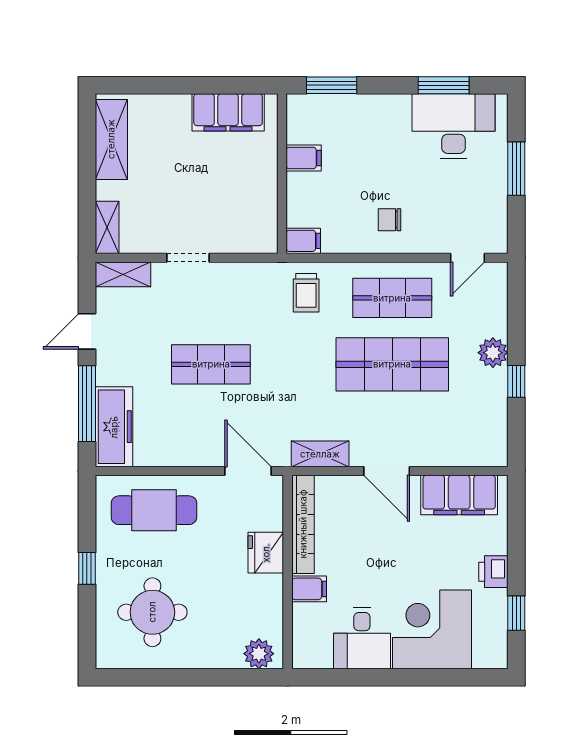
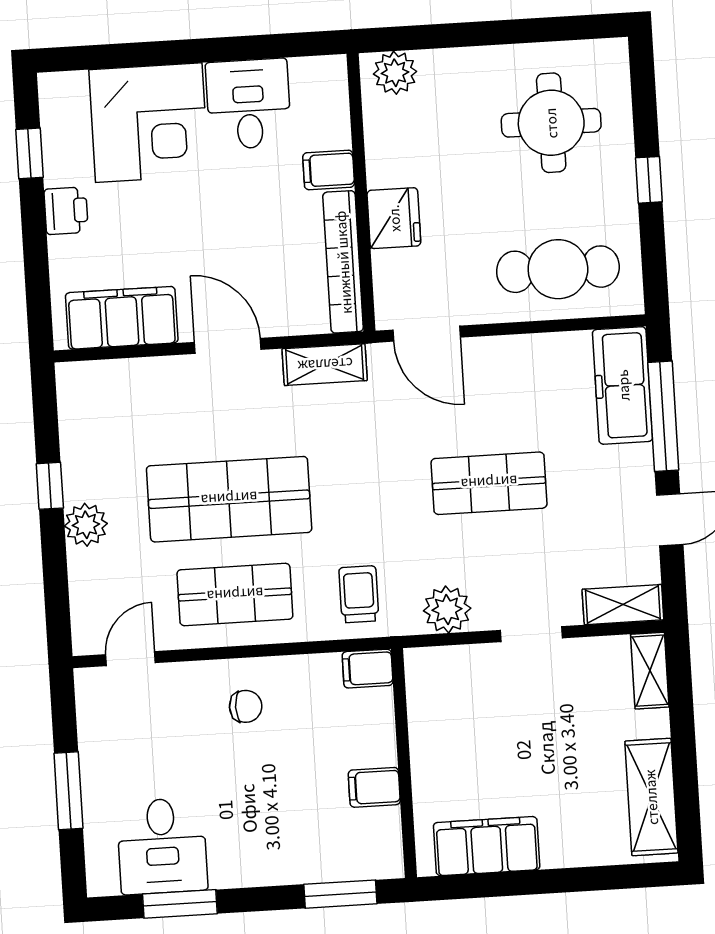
desk: (454, 126) -> (162, 846), width x0.73
plant: (245, 278) -> (447, 609), added

